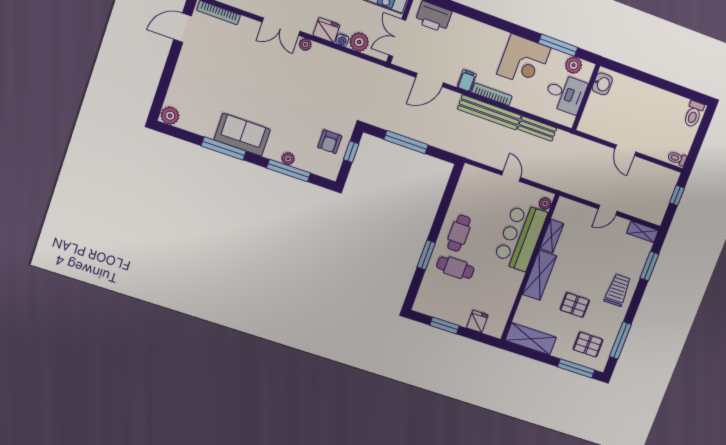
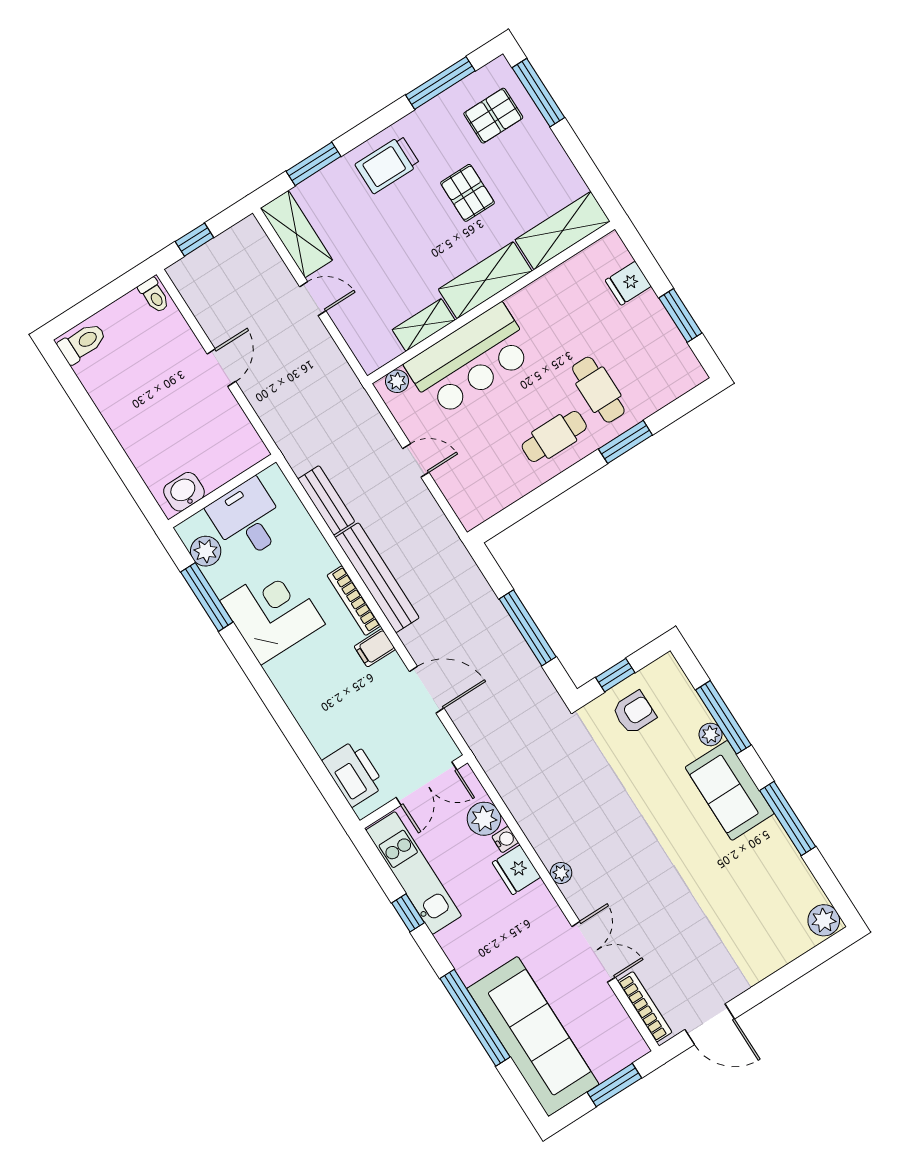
double door: (281, 27) -> (594, 952), moved
sofa: (242, 135) -> (730, 790), moved
door: (511, 176) -> (416, 460), swing flipped
shelving: (643, 232) -> (296, 234), width x1.50, depth x1.33
shelving: (531, 339) -> (563, 231), moved, turned 90
pallet: (588, 345) -> (493, 116), turned 90

